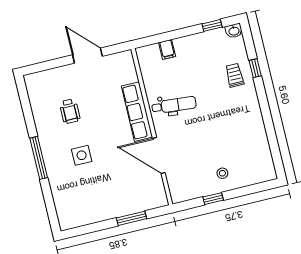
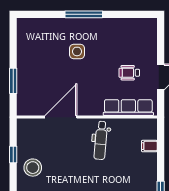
wheelchair: (70, 111) -> (129, 73), moved
row of seats: (137, 112) -> (128, 108), moved
stool: (222, 173) -> (33, 168), width x1.89, depth x1.89

